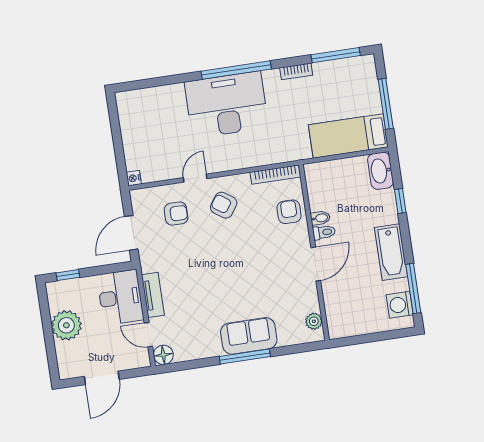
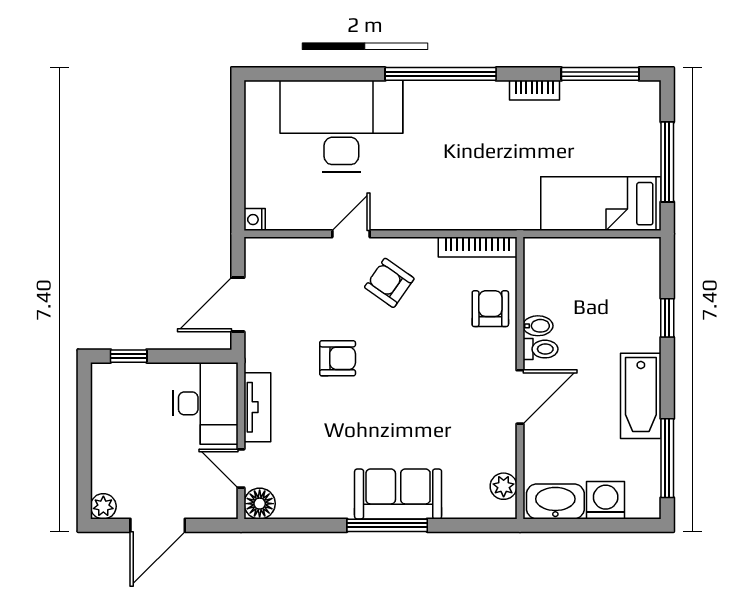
desk: (227, 105) -> (341, 126), moved
washbasin: (380, 171) -> (555, 501), moved, turned 90
armchair: (176, 214) -> (338, 358), moved
washing machine: (400, 305) -> (606, 500), moved, turned 90
plant: (66, 325) -> (103, 506), moved, width x0.53, depth x0.53

